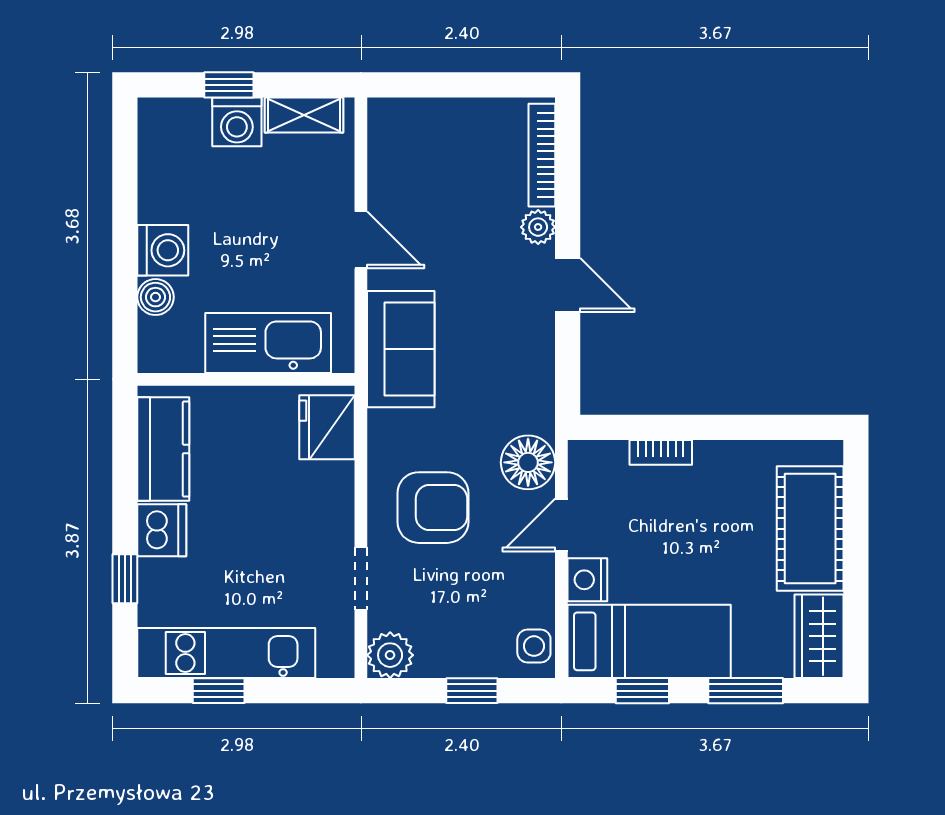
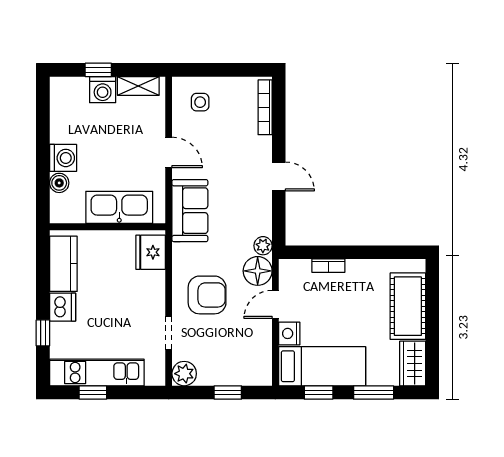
plant: (538, 227) -> (263, 246), moved
side table: (534, 646) -> (200, 102), moved

